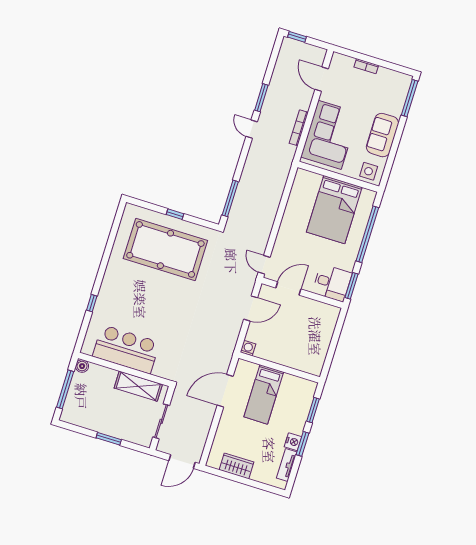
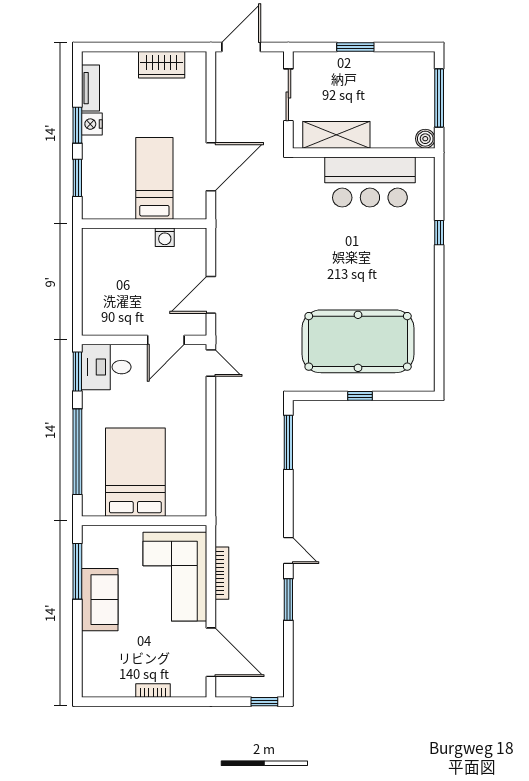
door: (322, 79) -> (211, 652), width x1.36
window: (410, 98) -> (77, 571), moved
side table: (369, 171) -> (104, 542), removed
washing machine: (248, 348) -> (165, 237), moved

